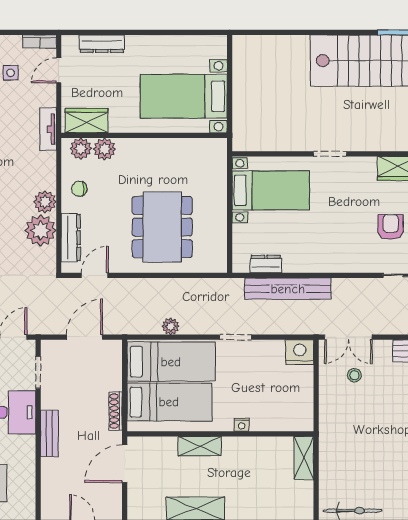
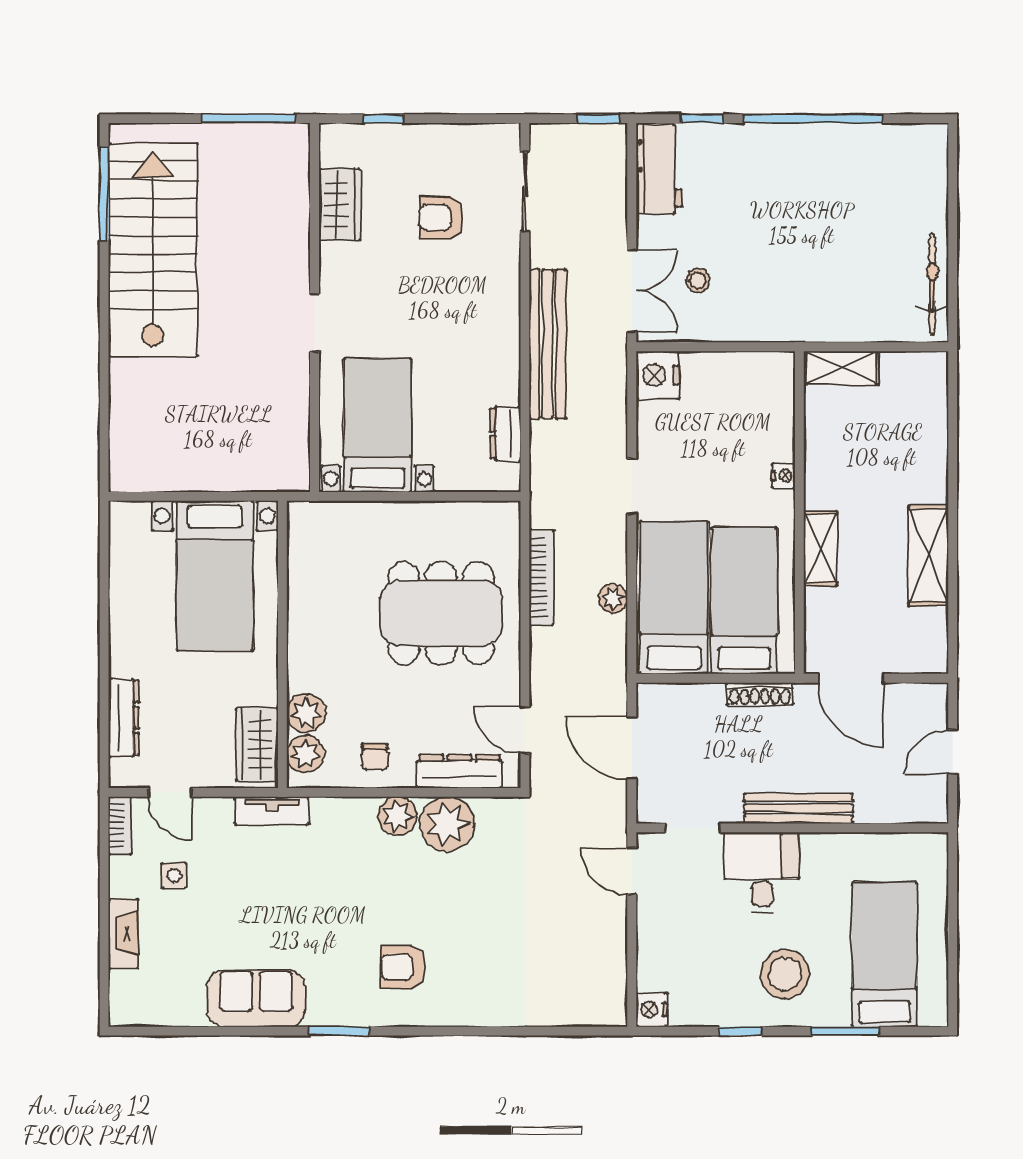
bookcase: (183, 285) -> (541, 577), added
bench: (288, 289) -> (548, 344), moved
bench: (49, 433) -> (798, 808), width x1.36

